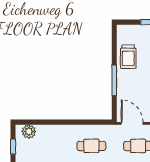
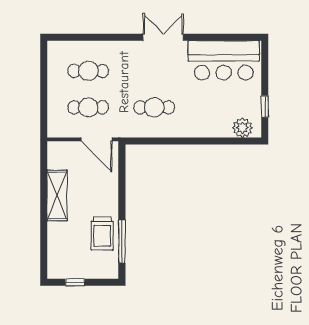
trolley: (128, 57) -> (102, 233), turned 180
window: (114, 80) -> (122, 241), moved

